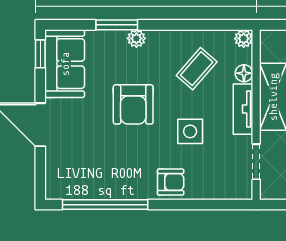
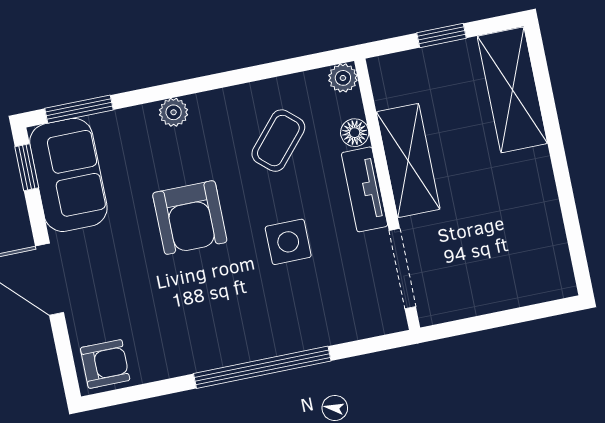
window: (117, 25) -> (79, 109), moved
doorway: (256, 162) -> (402, 269), width x1.38
armchair: (171, 182) -> (105, 364), moved
window: (105, 205) -> (262, 367), moved

